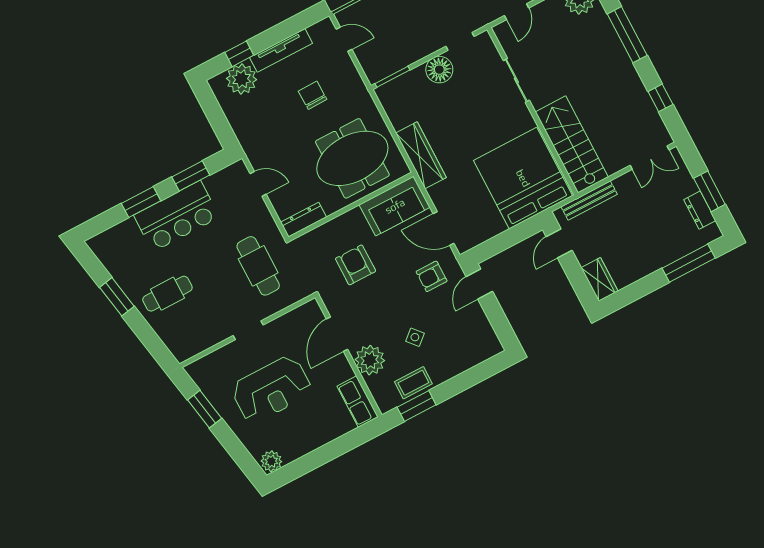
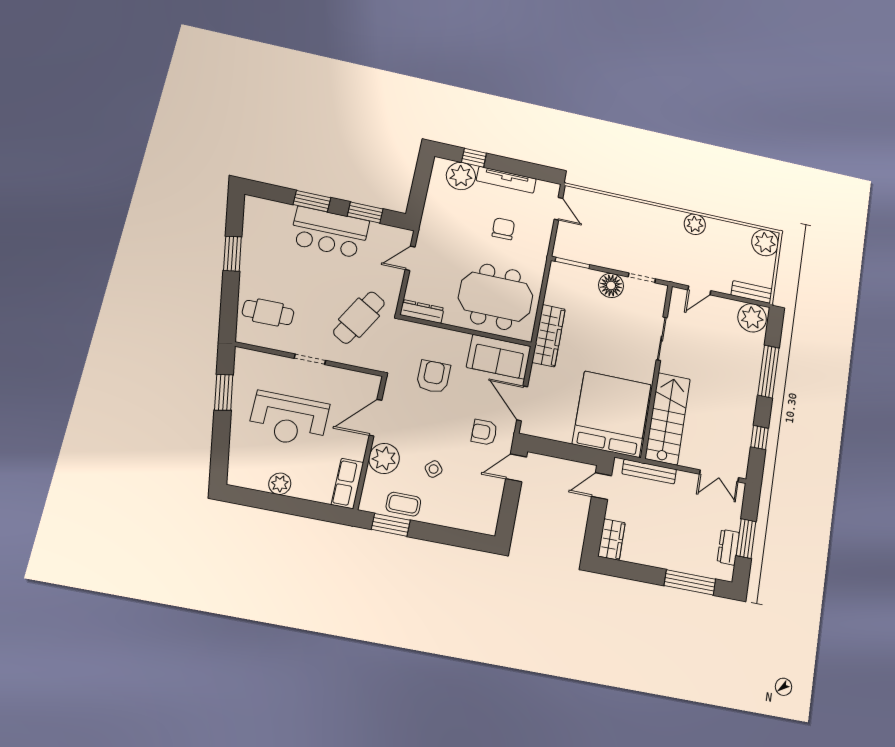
door: (258, 184) -> (410, 258), swing flipped
cafe table: (258, 266) -> (359, 318), turned 30
cafe table: (167, 294) -> (268, 312), moved
plant: (271, 461) -> (280, 484), moved

